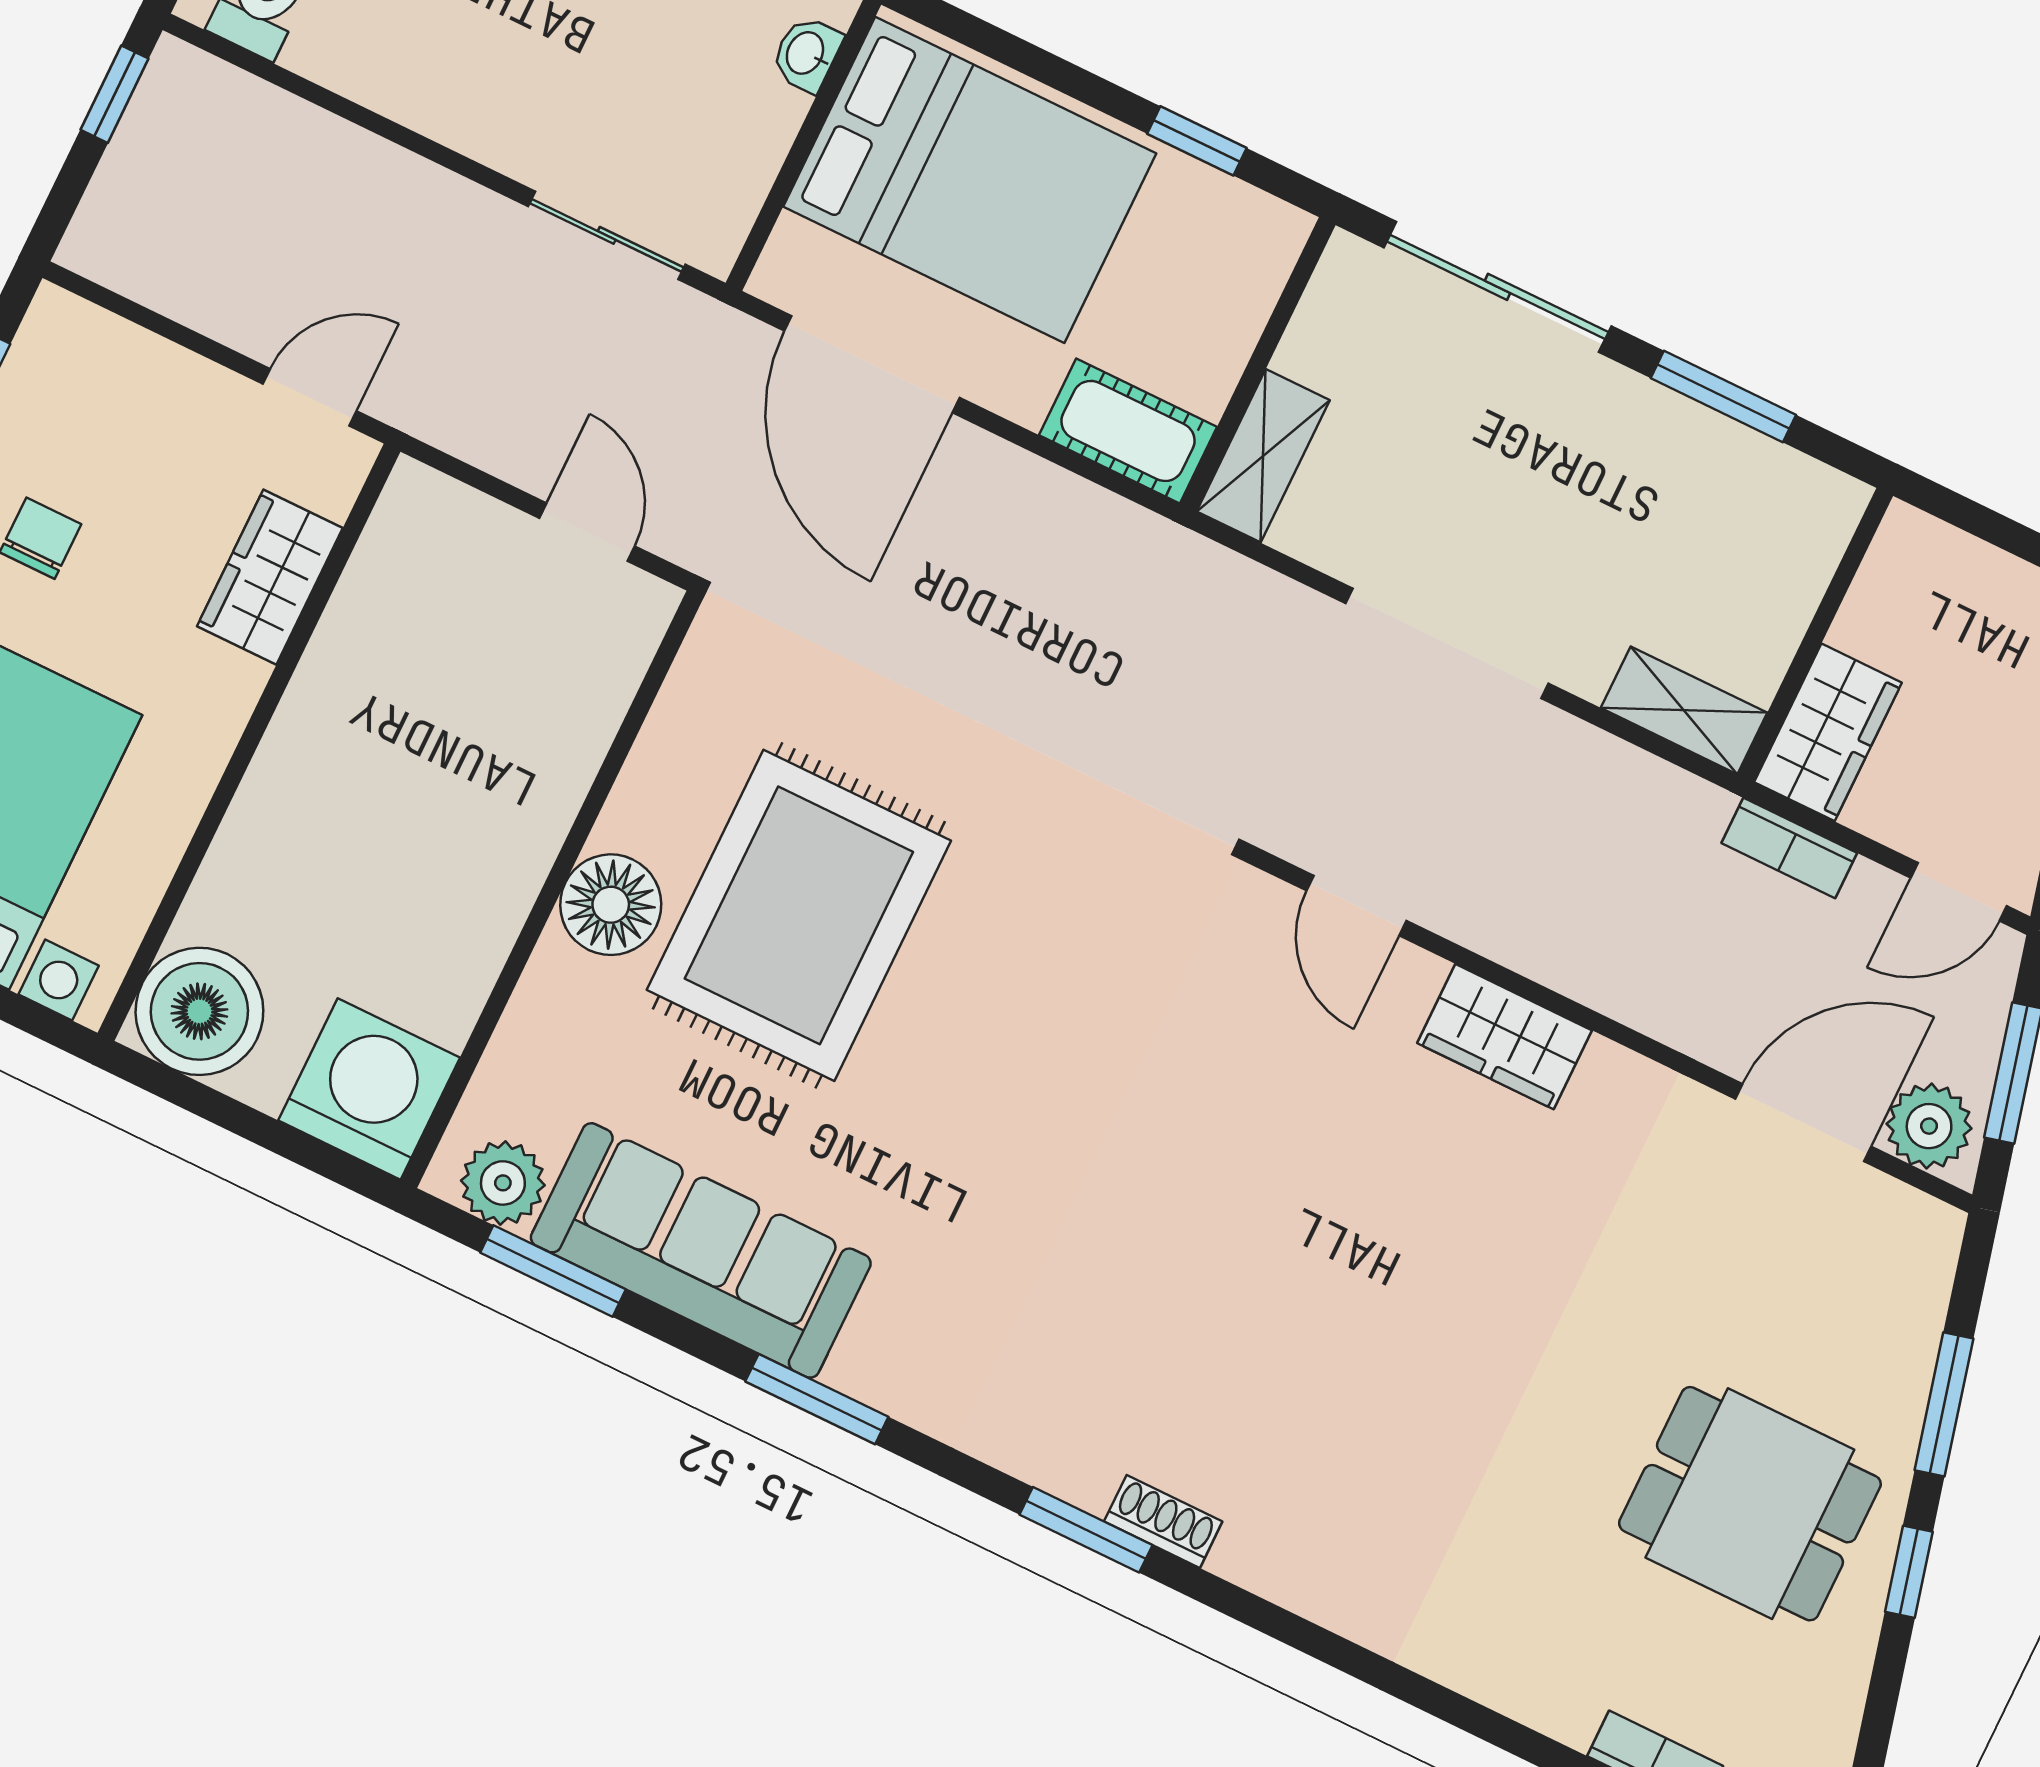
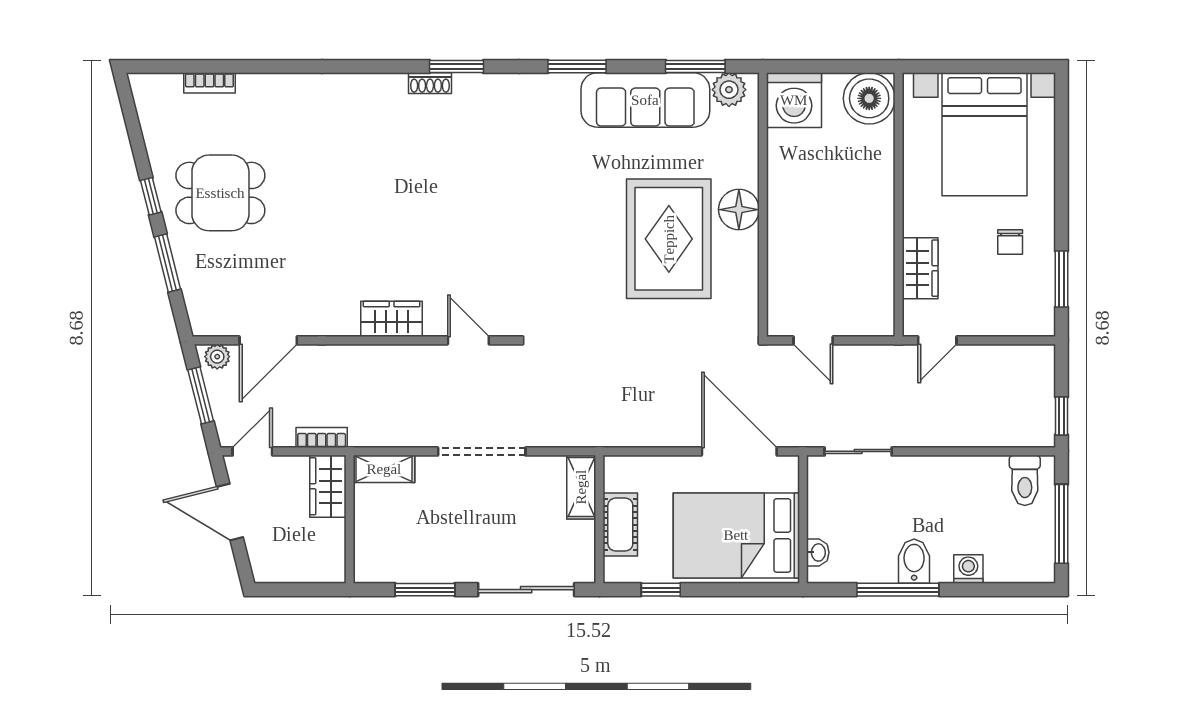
cot: (1128, 431) -> (620, 525), moved, turned 90
plant: (1929, 1126) -> (217, 357), width x0.73, depth x0.73

